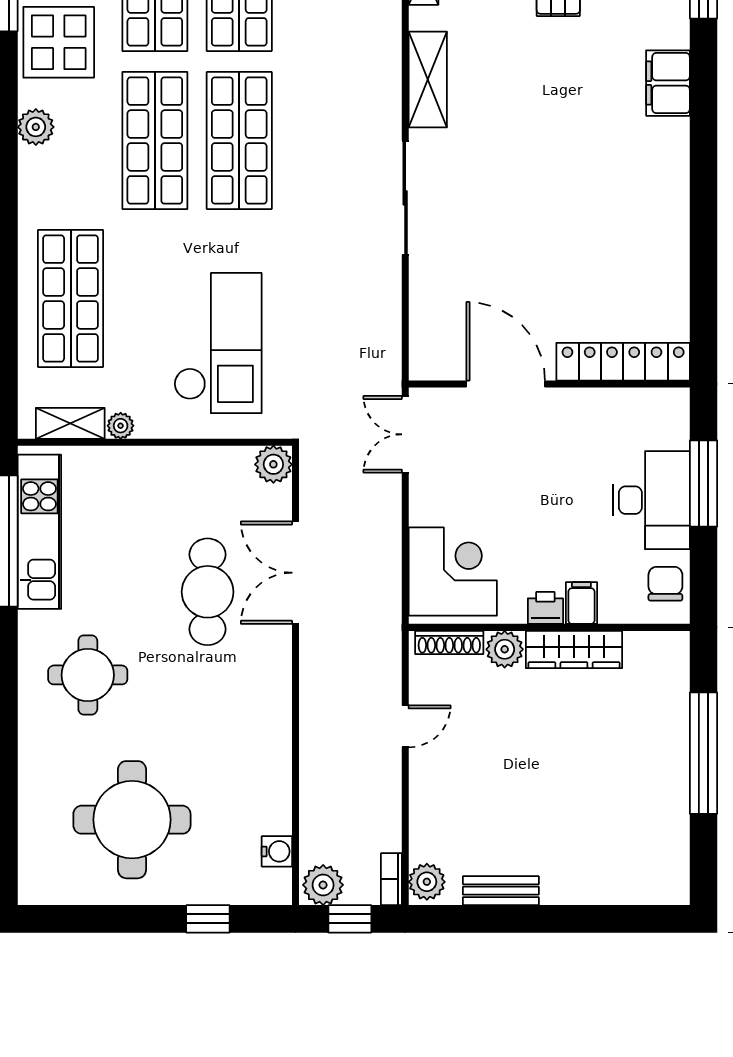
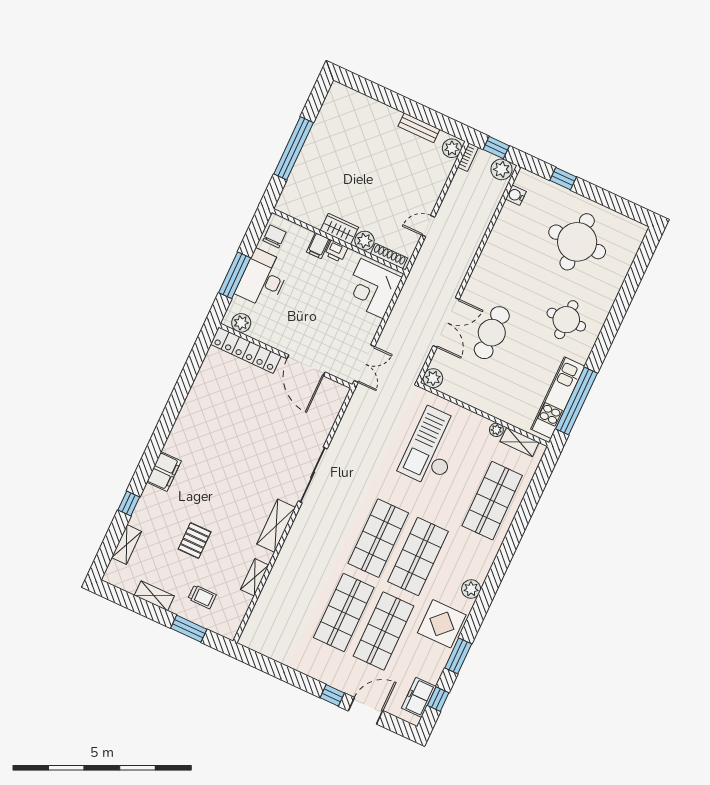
plant: (653, 406) -> (241, 323), added
chair: (665, 584) -> (274, 236), turned 180
wardrobe: (574, 649) -> (339, 229), width x0.67

